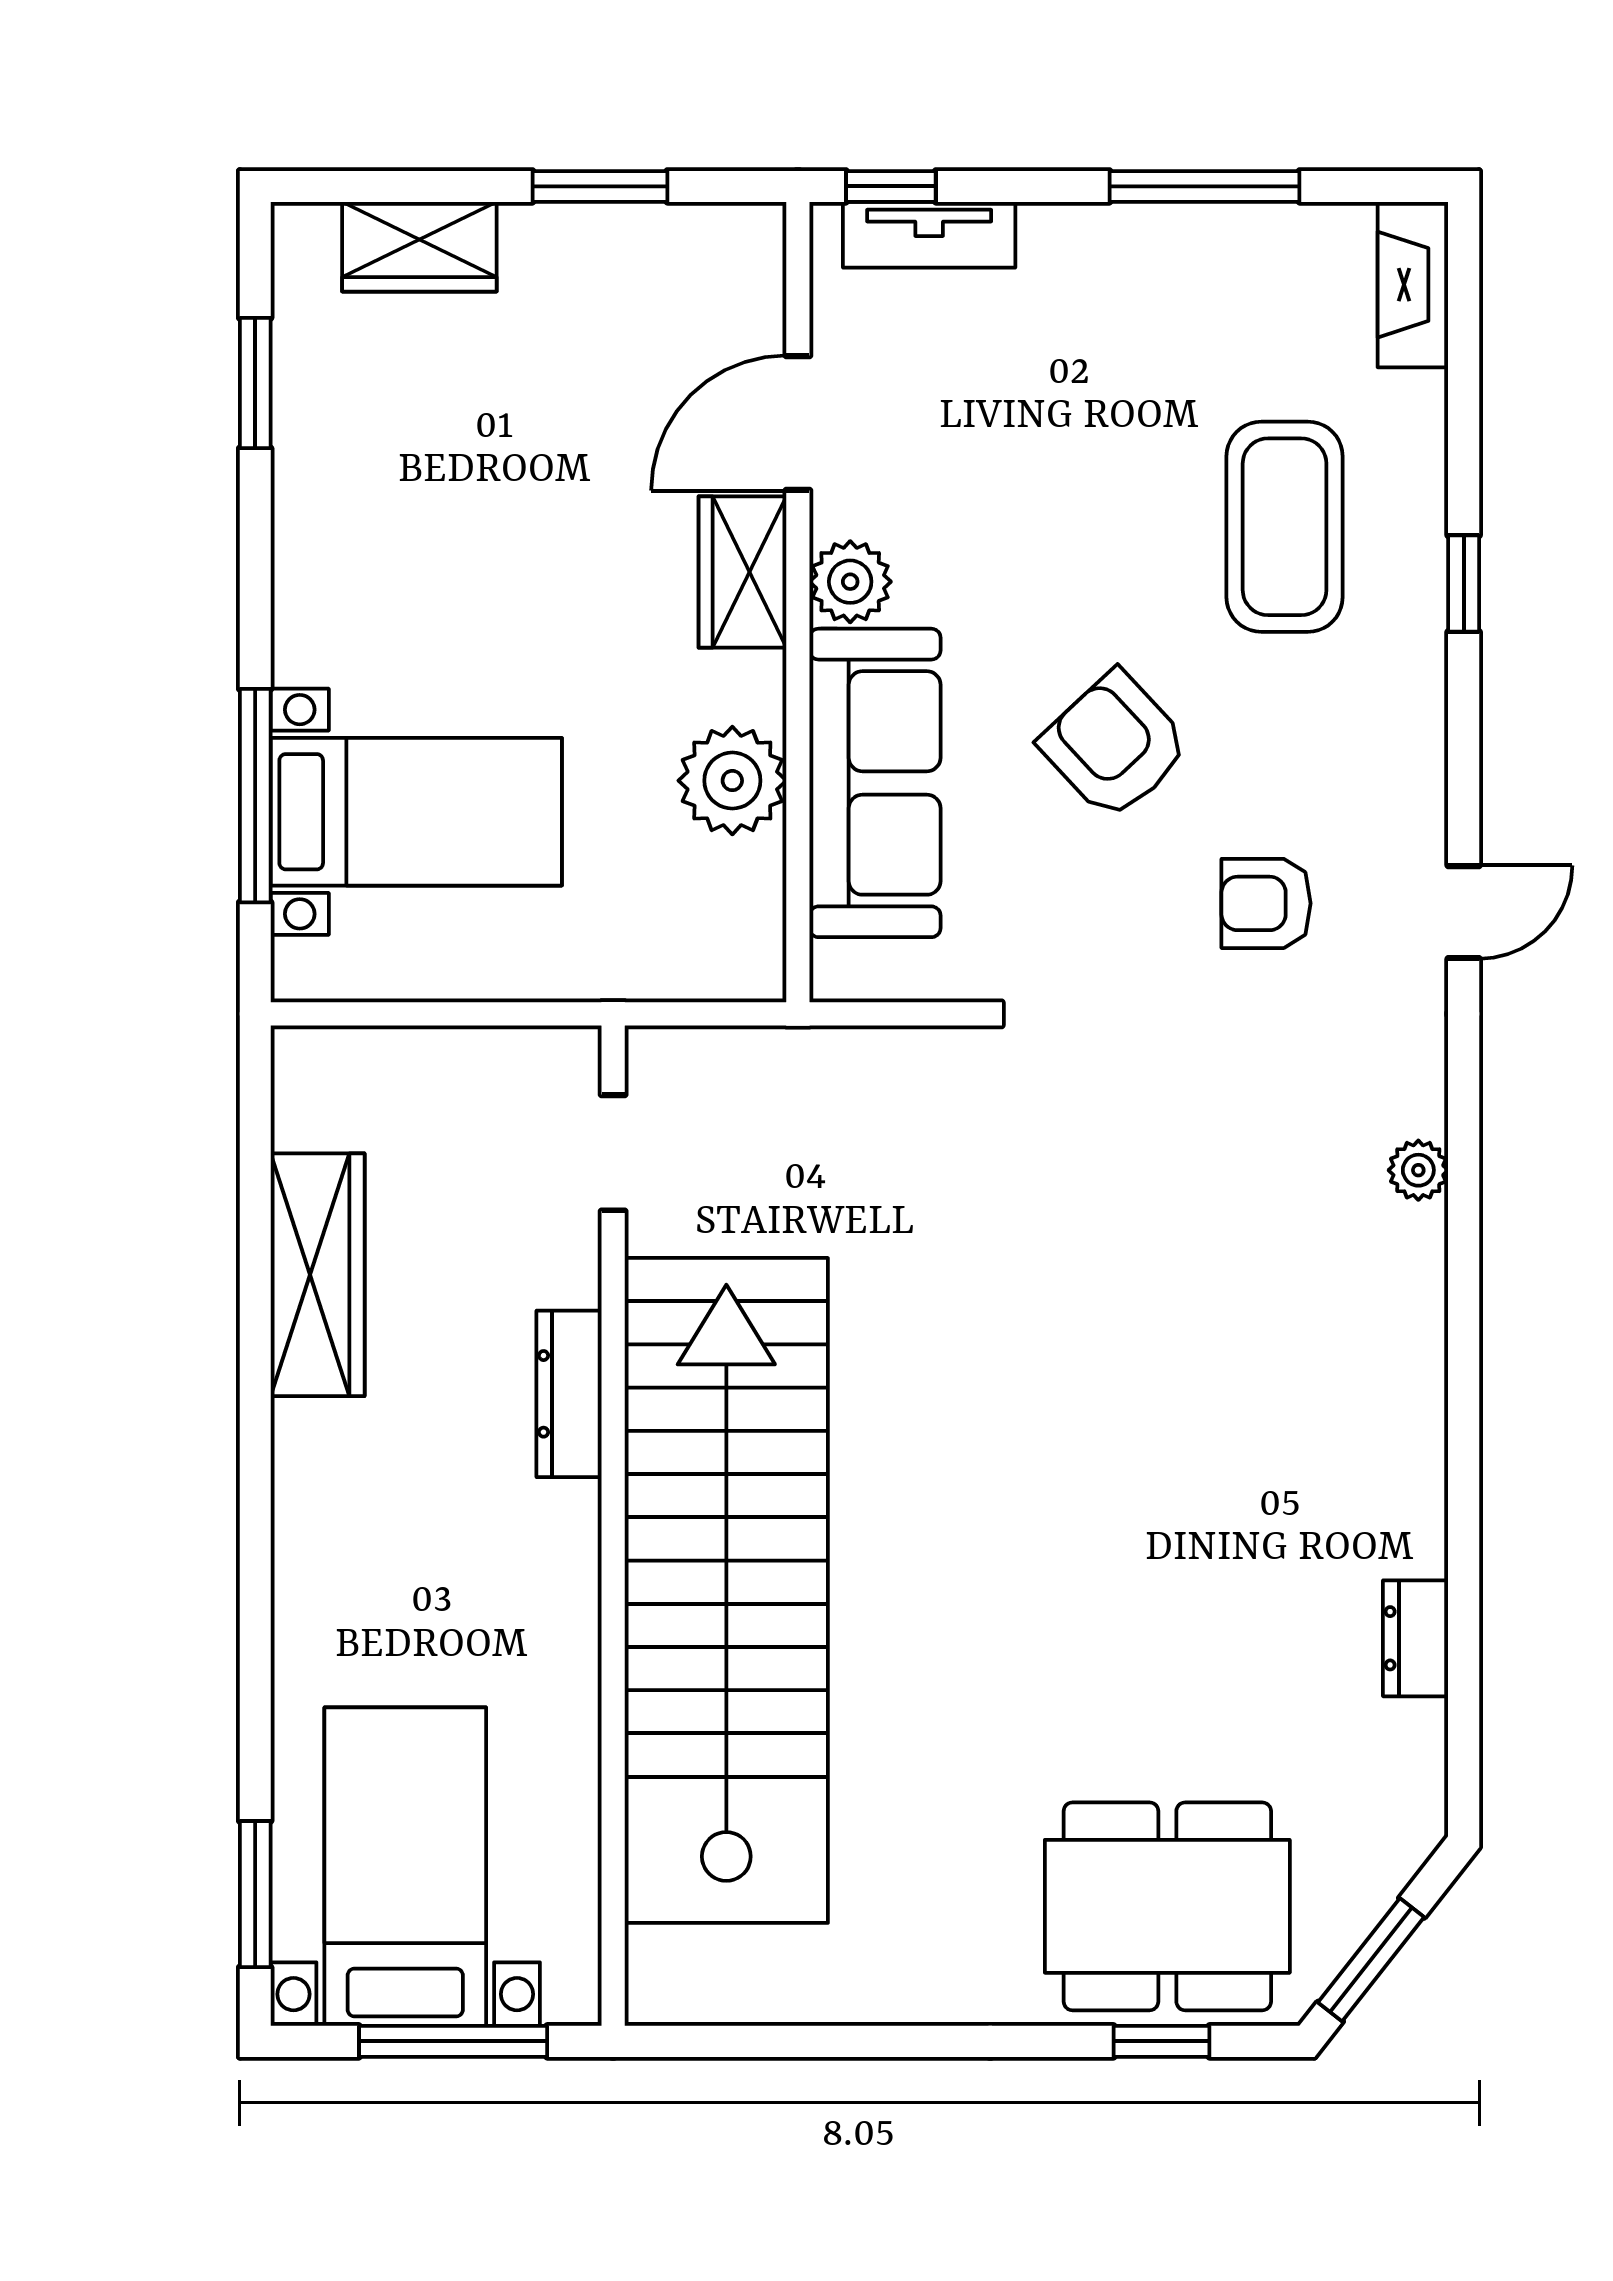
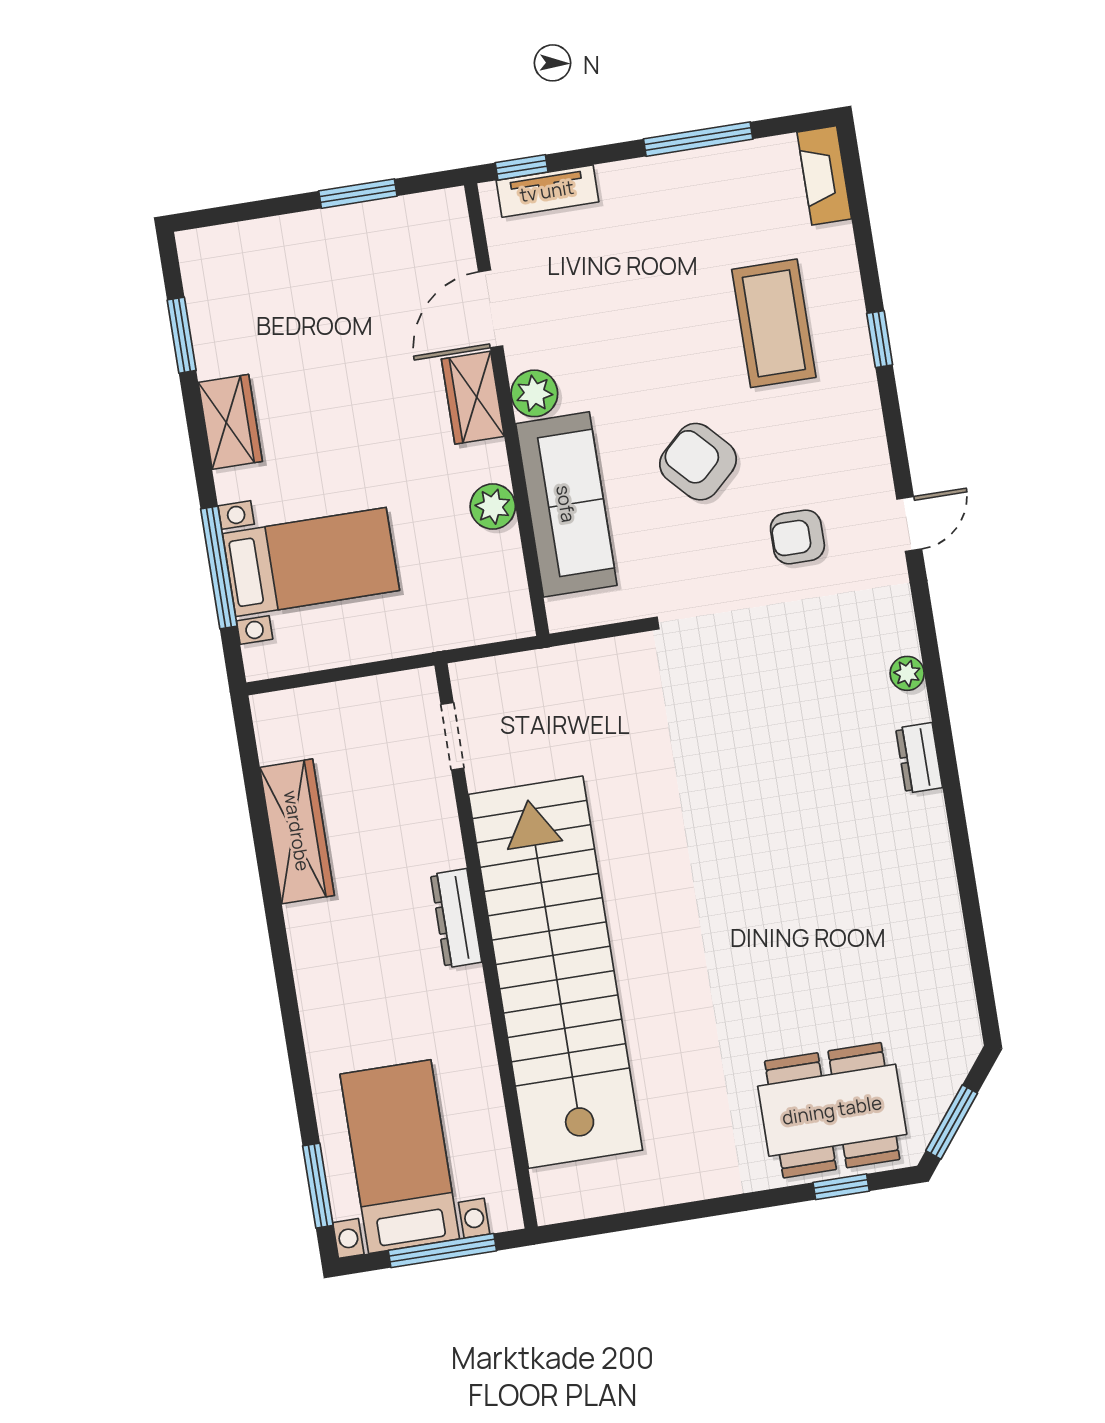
wardrobe: (419, 247) -> (230, 422), moved, turned -90
plant: (732, 781) -> (493, 507), width x0.73, depth x0.73
dresser: (569, 1394) -> (456, 918), moved
dresser: (1416, 1638) -> (919, 758), moved

